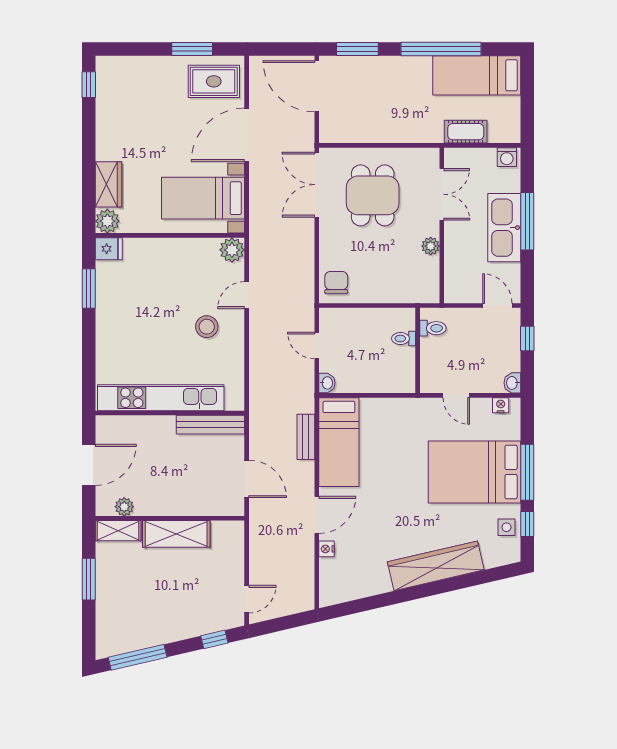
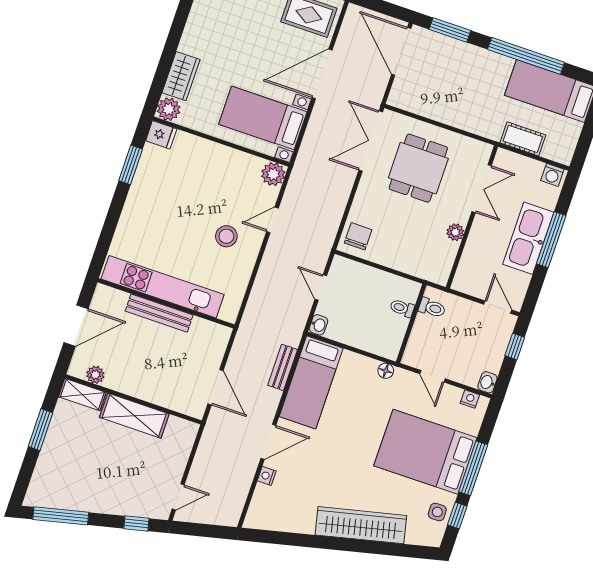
floor lamp: (408, 406) -> (386, 371), added
bench: (210, 425) -> (159, 313), moved

